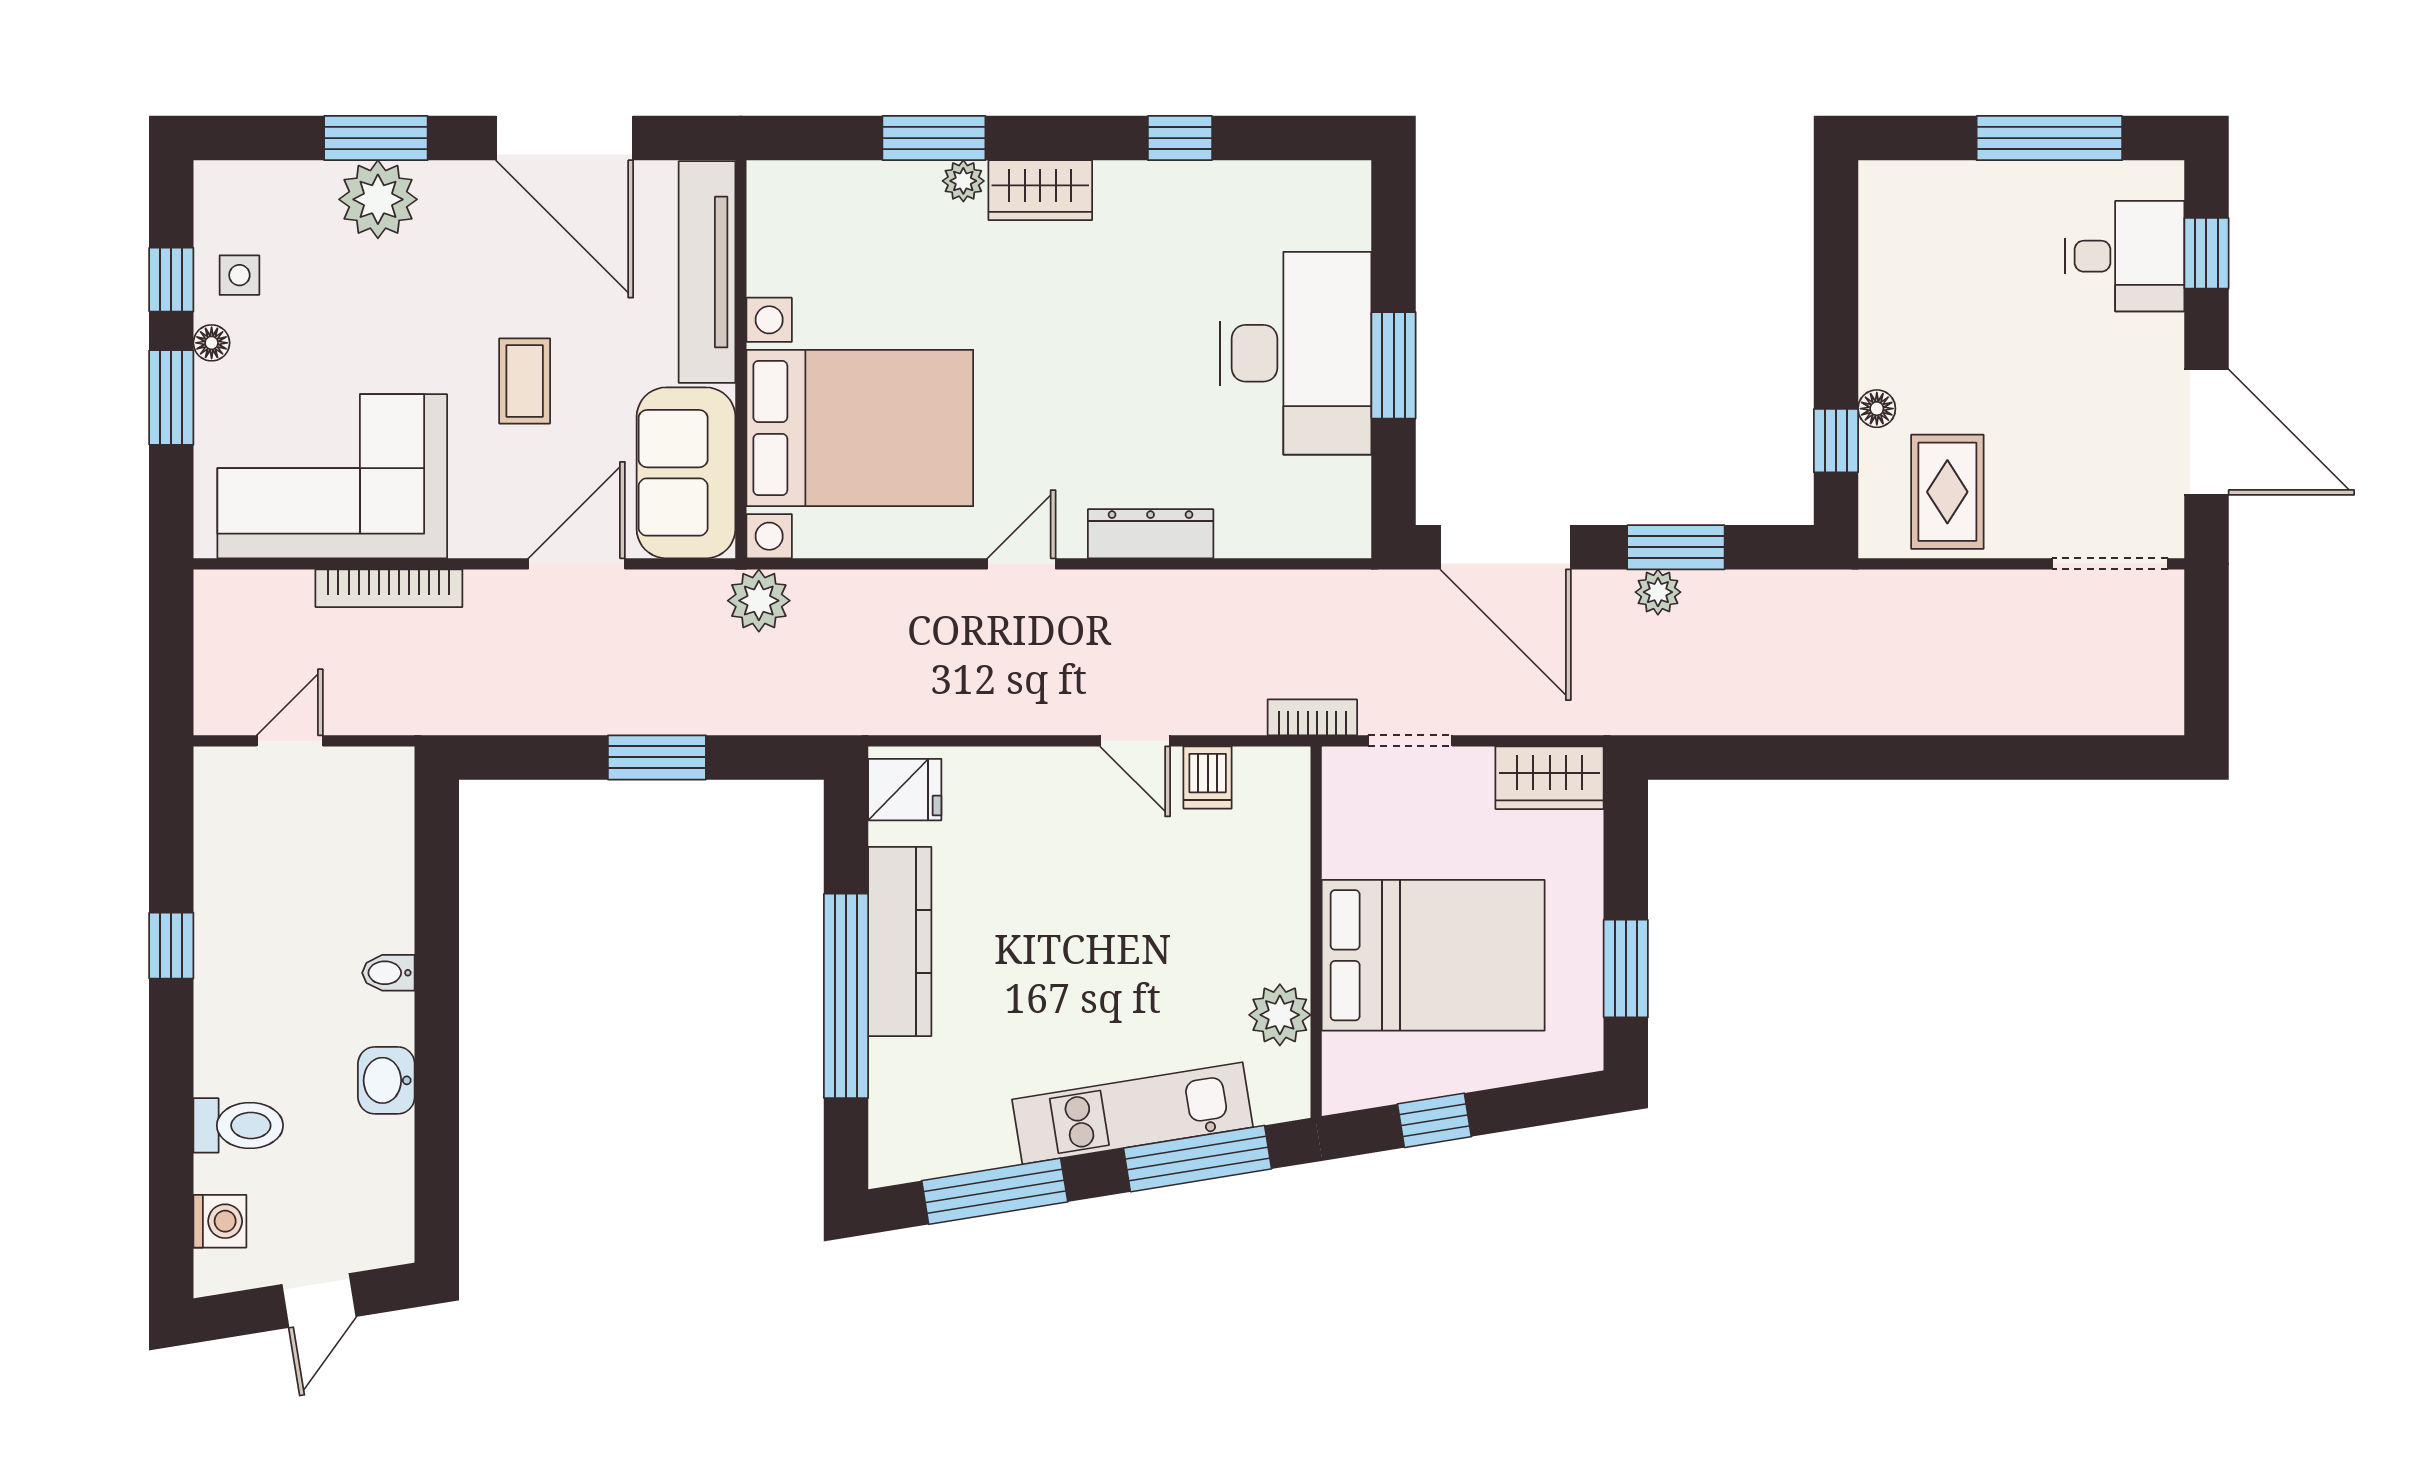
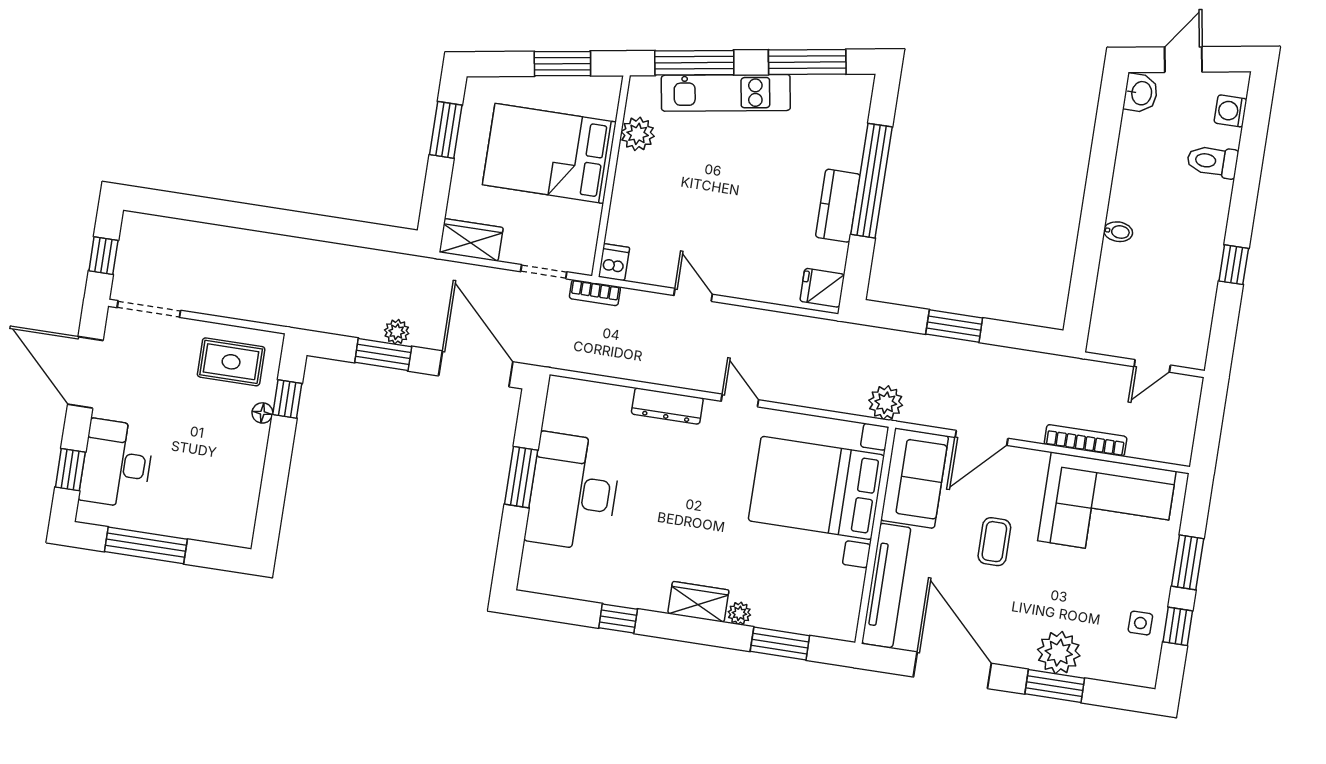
window: (934, 138) -> (780, 644), moved
desk: (2125, 256) -> (117, 464), width x1.37
floor lamp: (212, 343) -> (1161, 589), removed
rug: (1947, 492) -> (231, 362), turned 90
door: (1021, 564) -> (740, 401), swing flipped
window: (2206, 647) -> (103, 256), added
dishwasher: (1208, 777) -> (614, 262), moved
kitchen counter: (900, 942) -> (838, 206), width x0.67
washbasin: (386, 1080) -> (1141, 93), moved
window: (1434, 1120) -> (562, 64), width x1.50

